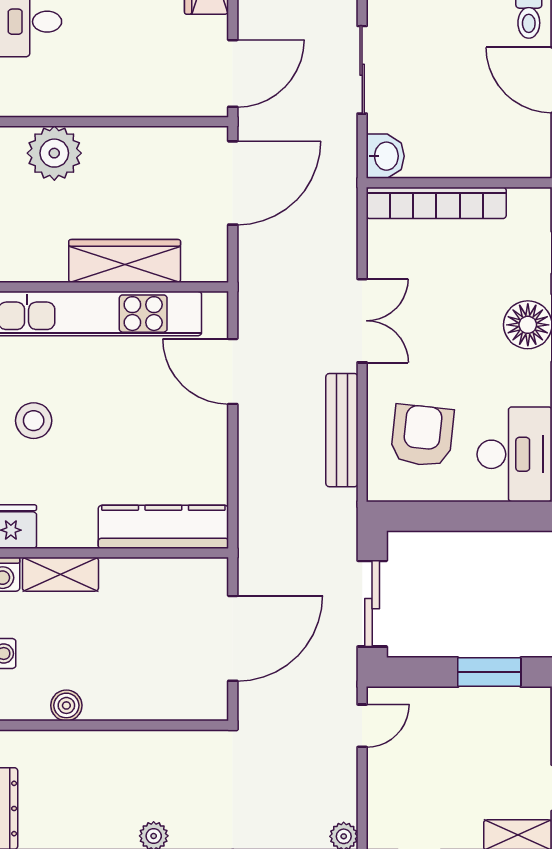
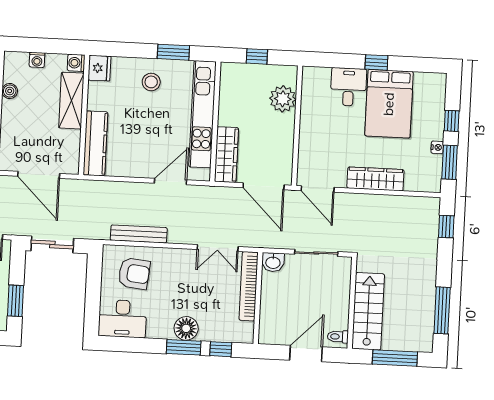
wardrobe: (125, 261) -> (226, 155), moved
double door: (362, 321) -> (218, 248), moved
shelving: (60, 574) -> (71, 101), width x1.50, depth x1.33

